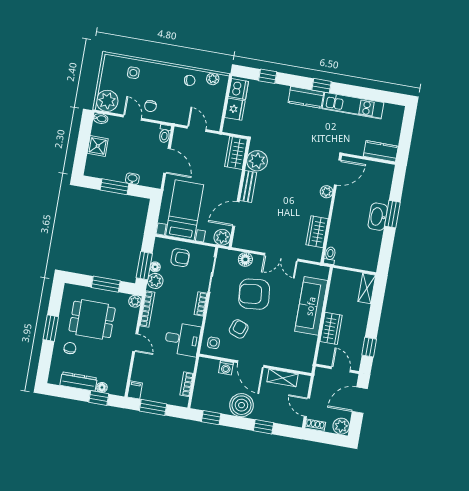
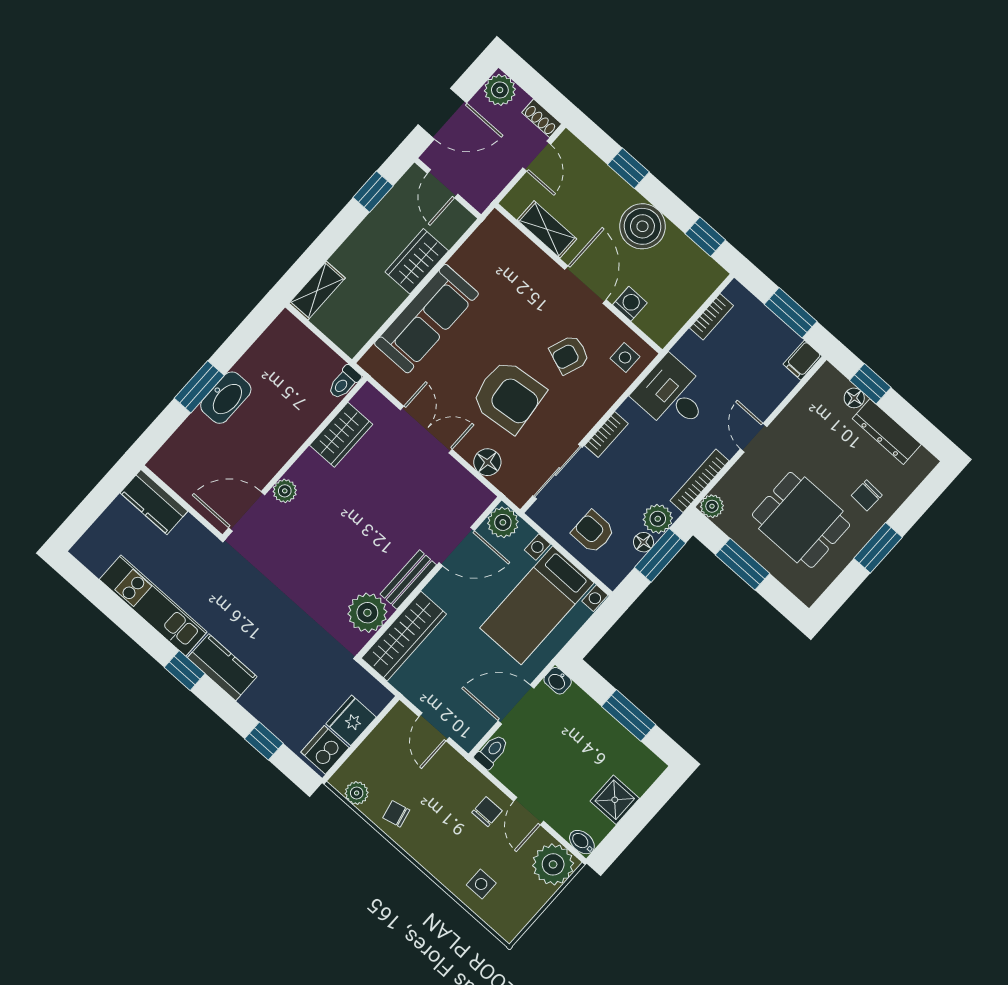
wardrobe: (236, 153) -> (404, 636), width x1.50
door: (167, 161) -> (516, 704), hinge flipped
washbasin: (132, 179) -> (558, 681), moved

